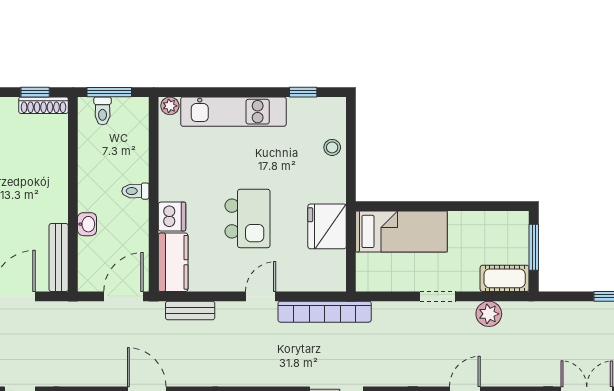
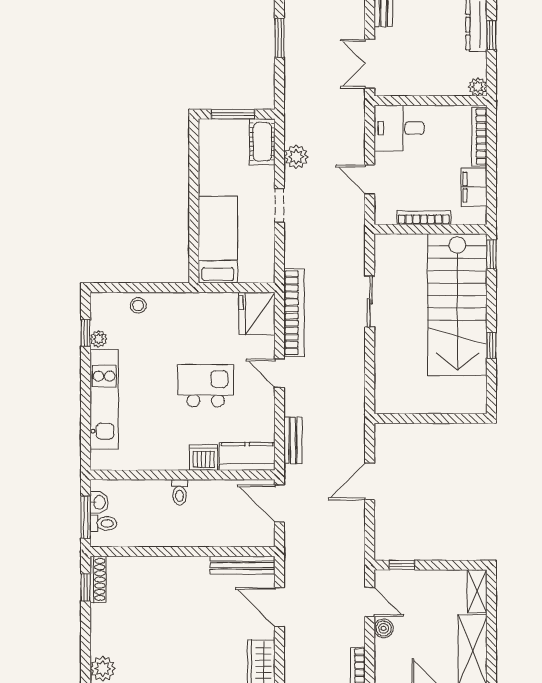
plant: (170, 106) -> (99, 339), moved
washbasin: (87, 224) -> (99, 502), moved, turned 90
fridge: (327, 226) -> (257, 314), moved, turned 90

